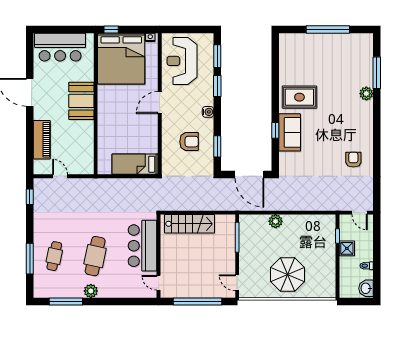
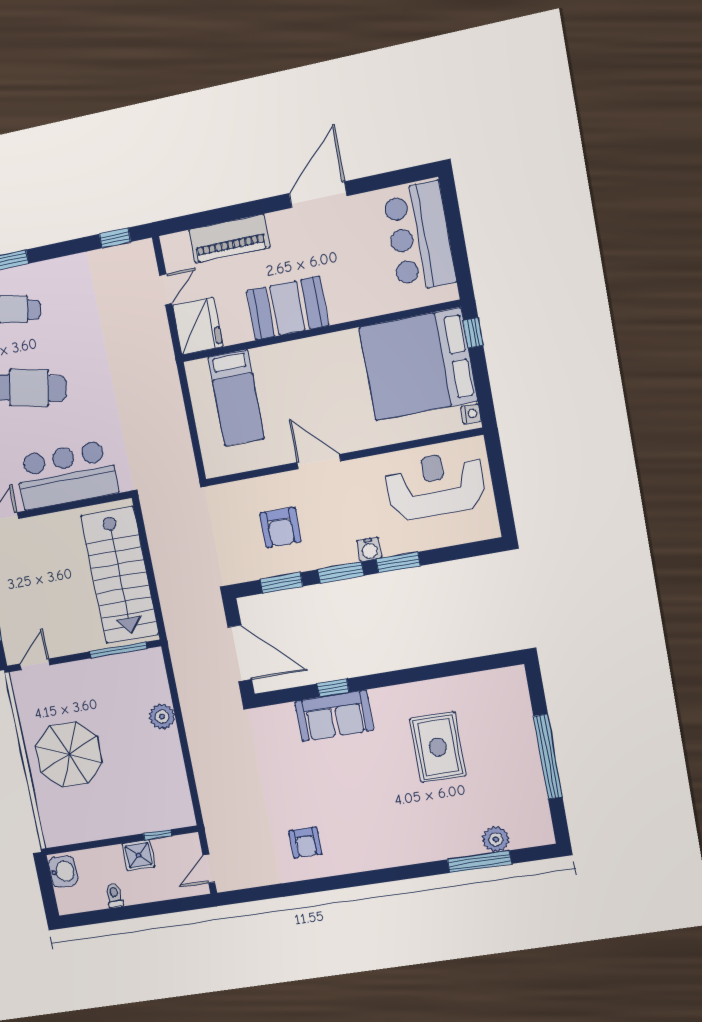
window: (217, 56) -> (341, 573), moved
plant: (366, 94) -> (496, 839), moved
rug: (299, 97) -> (438, 747), moved
booth: (81, 101) -> (288, 308), moved
door: (160, 103) -> (319, 462), moved
water cooler: (208, 112) -> (369, 549), moved
armchair: (353, 160) -> (305, 843), turned 90
fridge: (81, 164) -> (198, 326), added
bed: (135, 164) -> (236, 398), moved, turned 180
door: (249, 174) -> (240, 653), swing flipped
stairs: (189, 224) -> (120, 575), width x1.36, depth x1.51
washbasin: (366, 288) -> (63, 871), moved, turned 90

